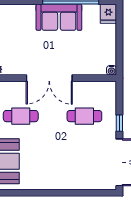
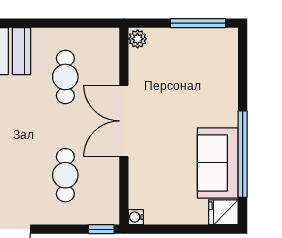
sofa: (59, 17) -> (218, 163), moved
window: (119, 123) -> (101, 229), moved

